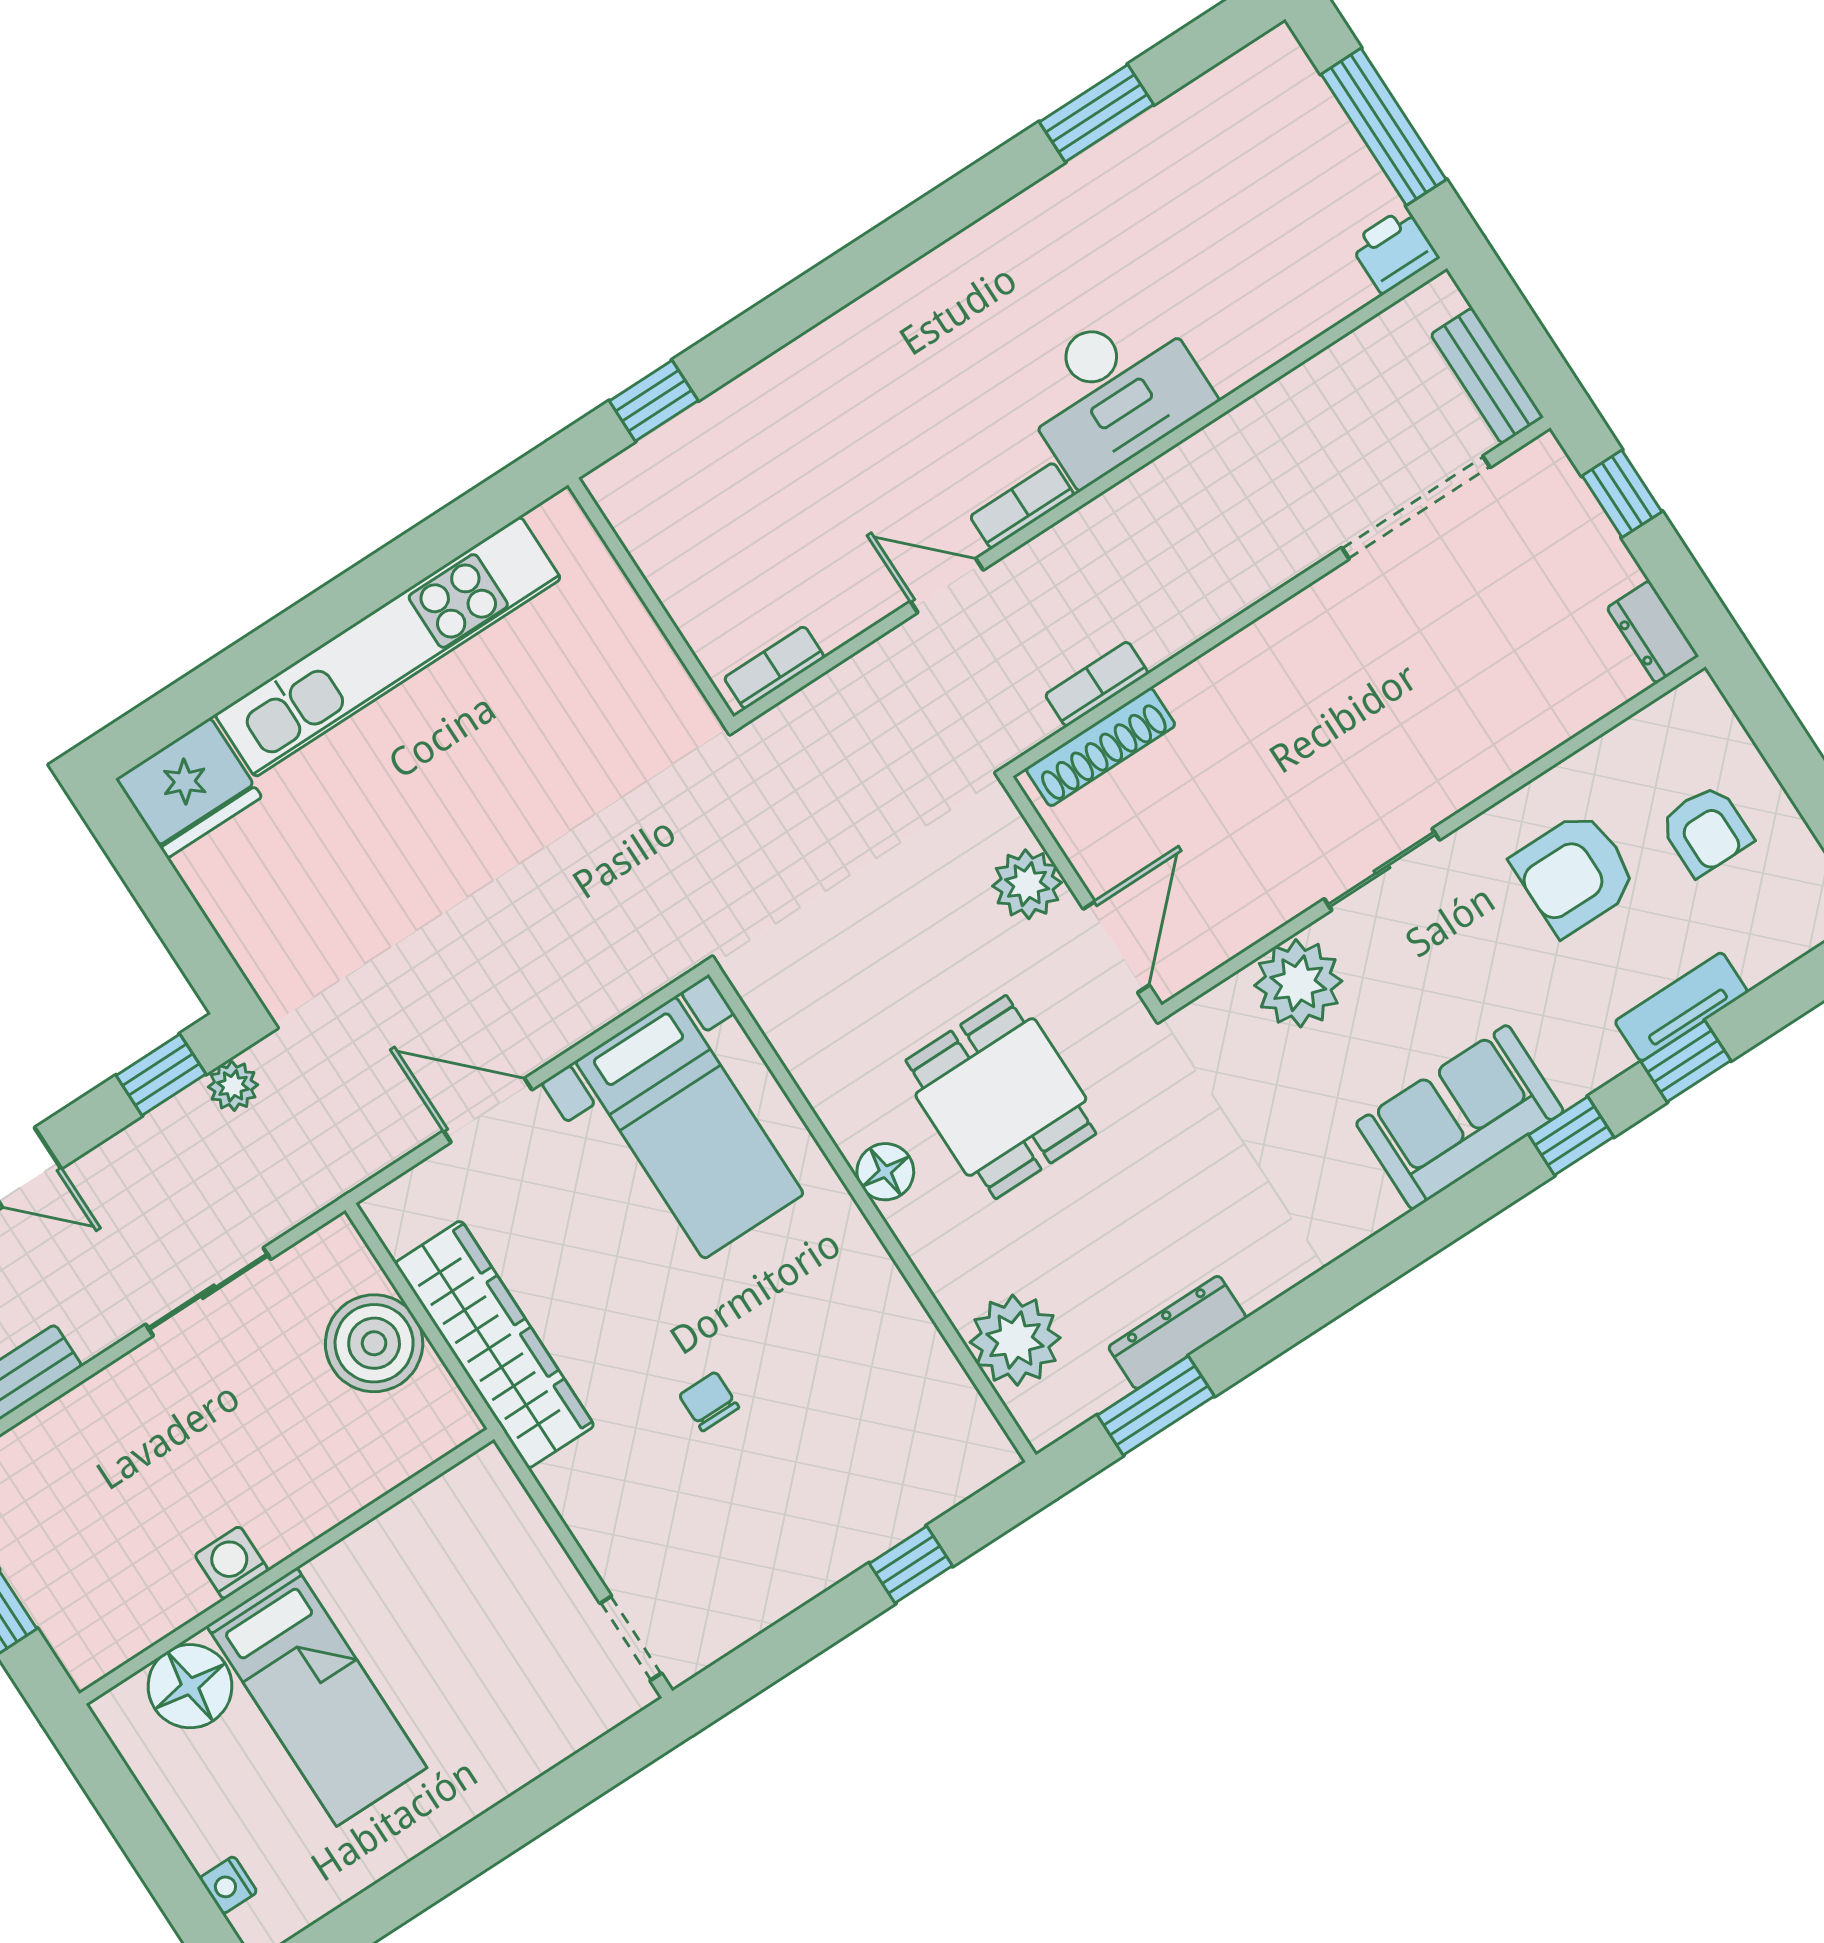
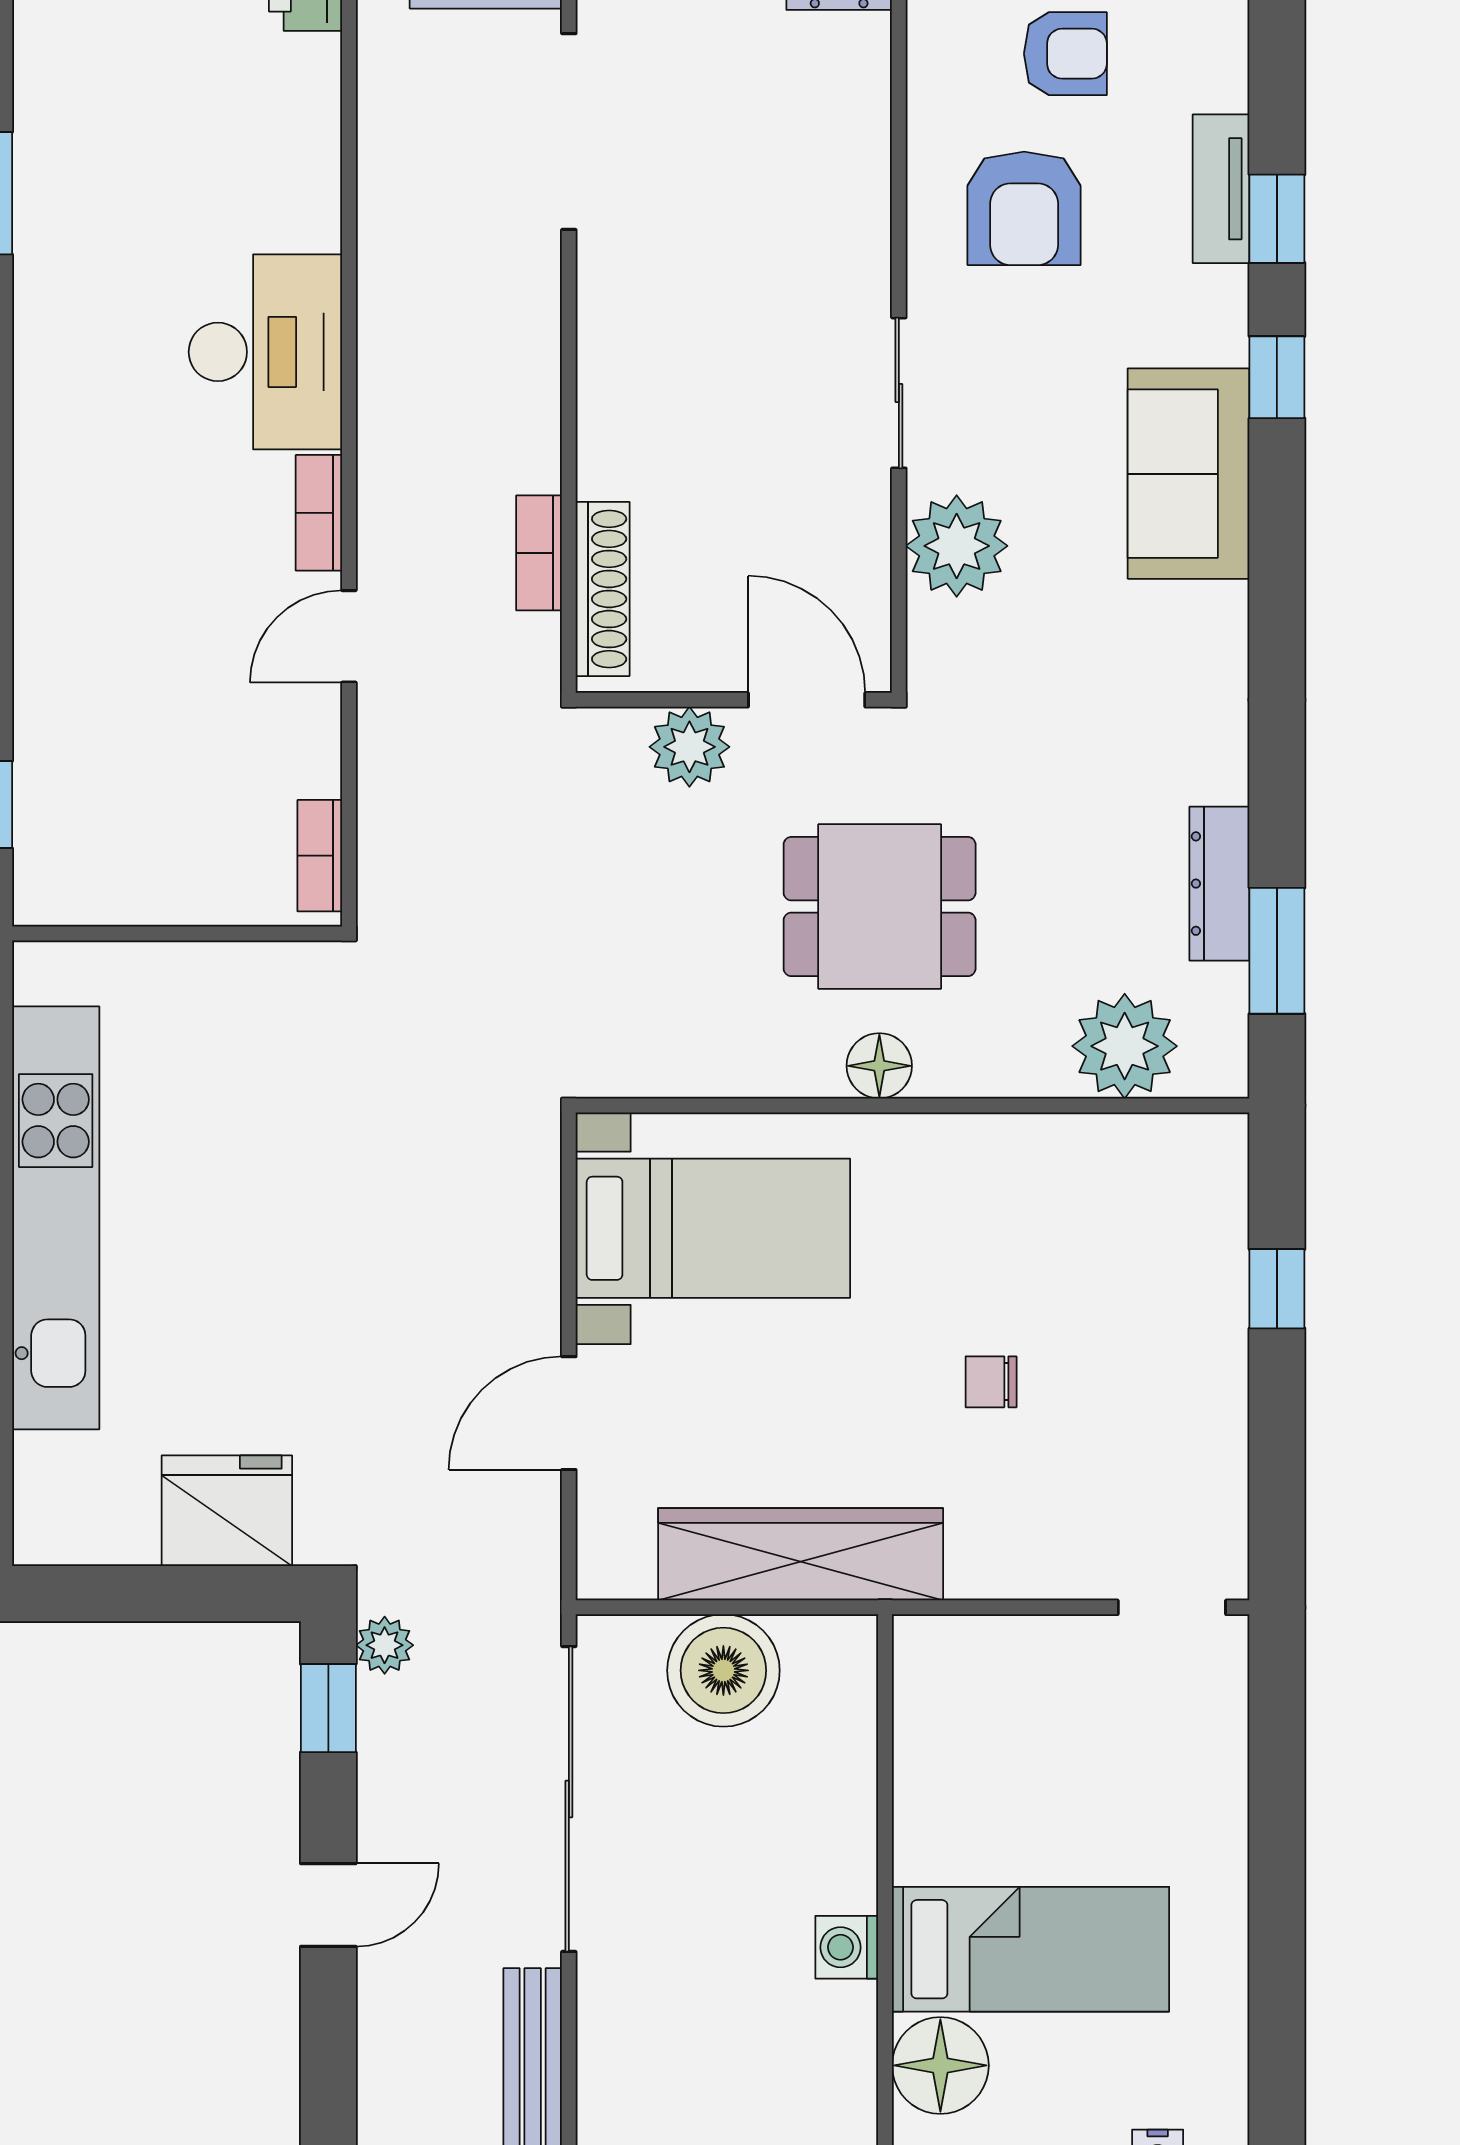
fridge: (189, 788) -> (227, 1511), moved, turned -90
sliding door: (208, 1292) -> (569, 1799), width x1.86

